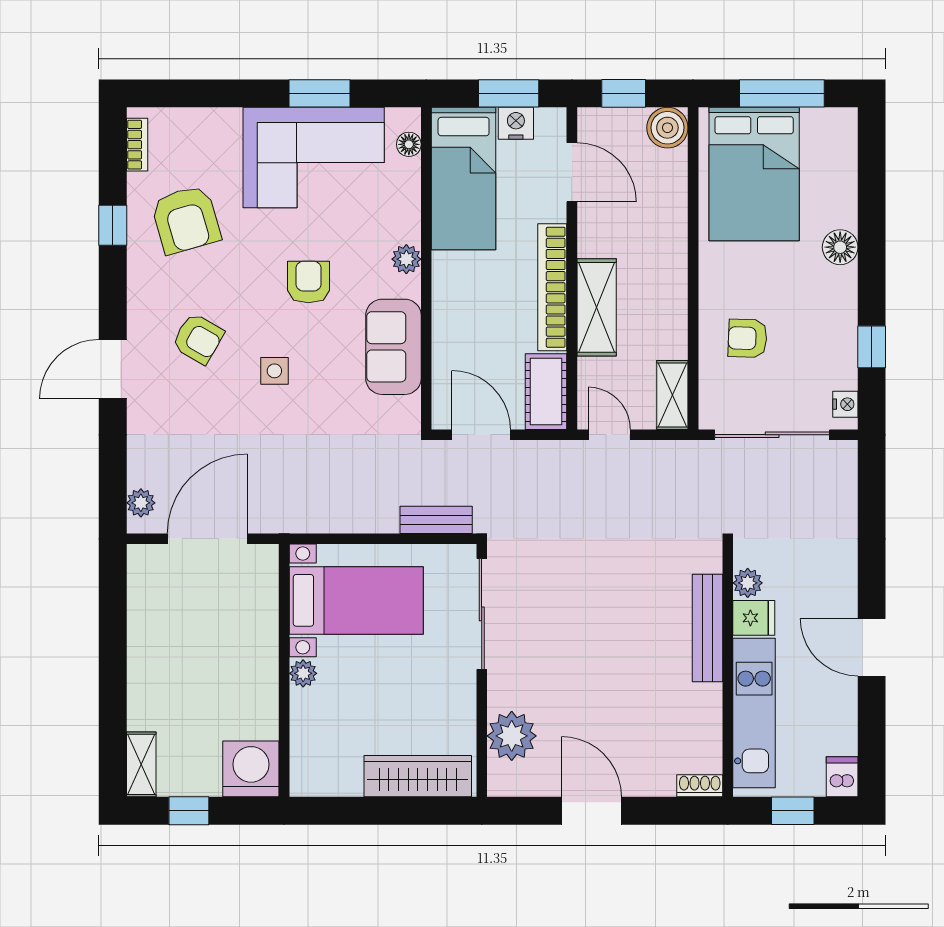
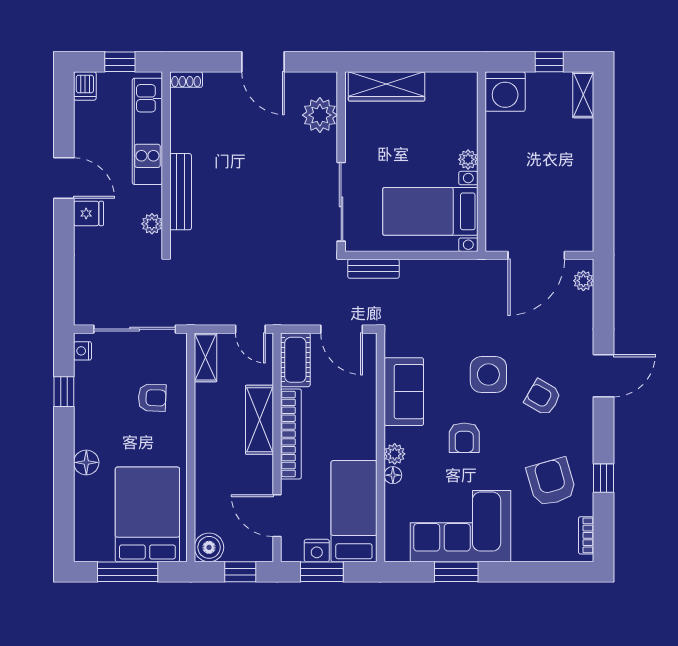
floor lamp: (409, 144) -> (393, 475), moved
side table: (274, 371) -> (488, 375), width x1.87, depth x1.87
fridge: (754, 618) -> (89, 213), moved, turned 180

